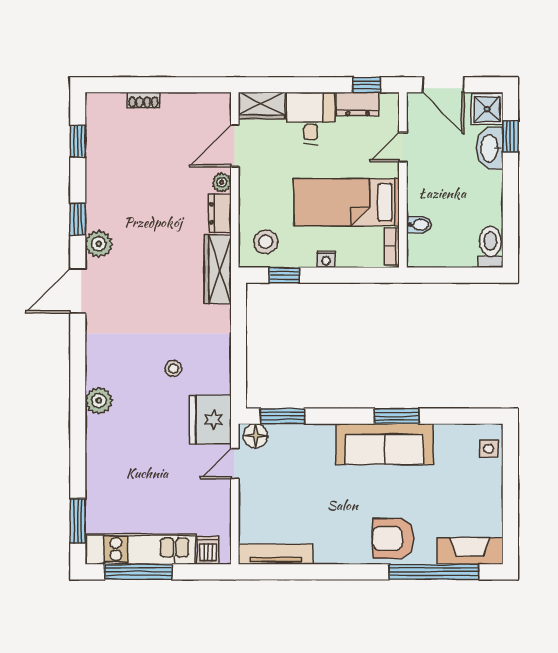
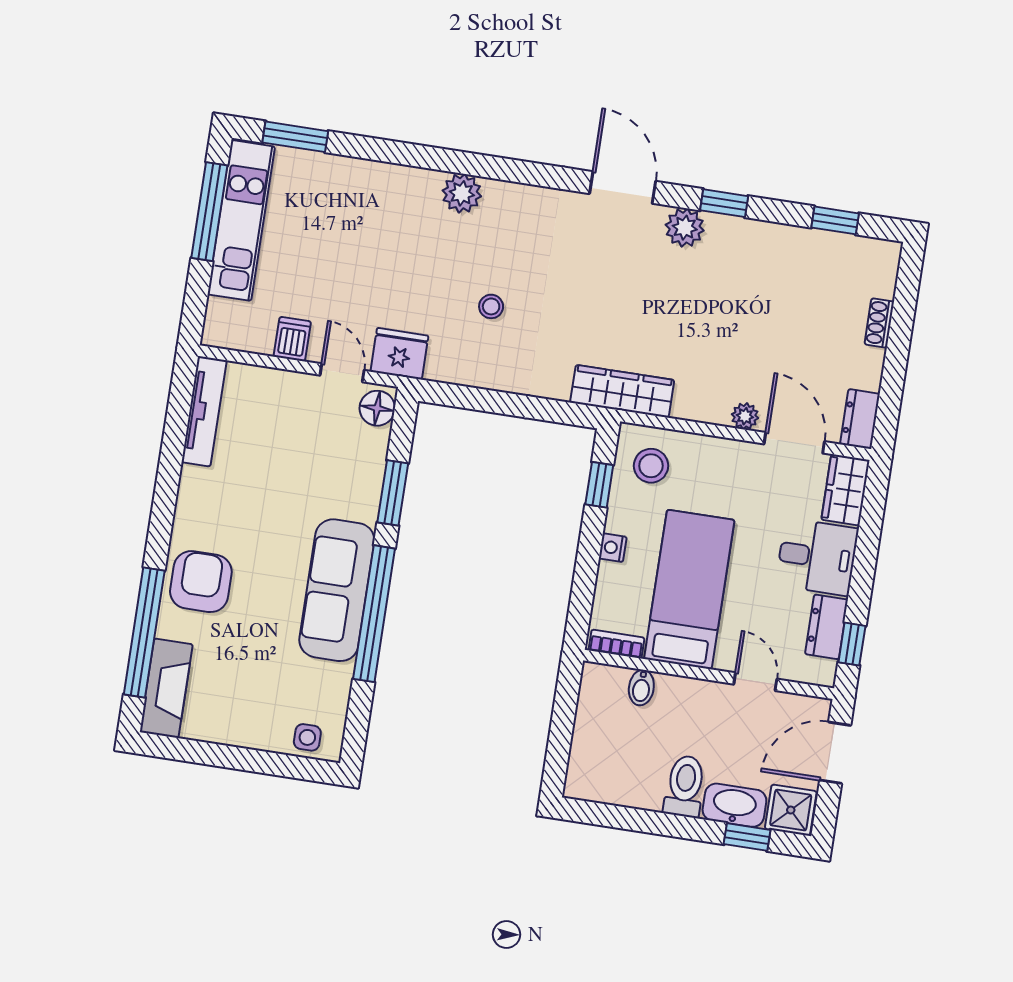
dresser: (220, 213) -> (860, 419), moved, turned -90
toilet: (490, 247) -> (685, 786), moved, turned -90
window: (283, 416) -> (393, 493), moved
window: (397, 416) -> (374, 614), width x2.11
fridge: (210, 420) -> (399, 354), width x0.73, depth x0.75
dishwasher: (208, 550) -> (292, 339), moved, turned -90

